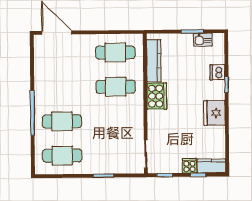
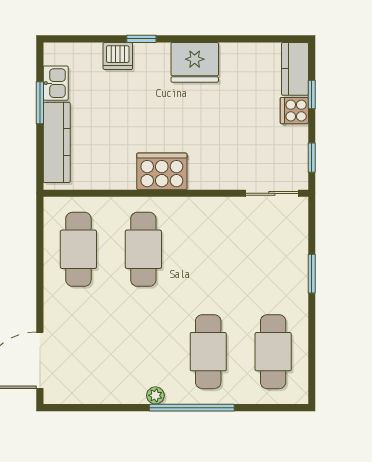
kitchen counter: (154, 61) -> (57, 142), moved, turned 90
plant: (39, 94) -> (155, 395), added

